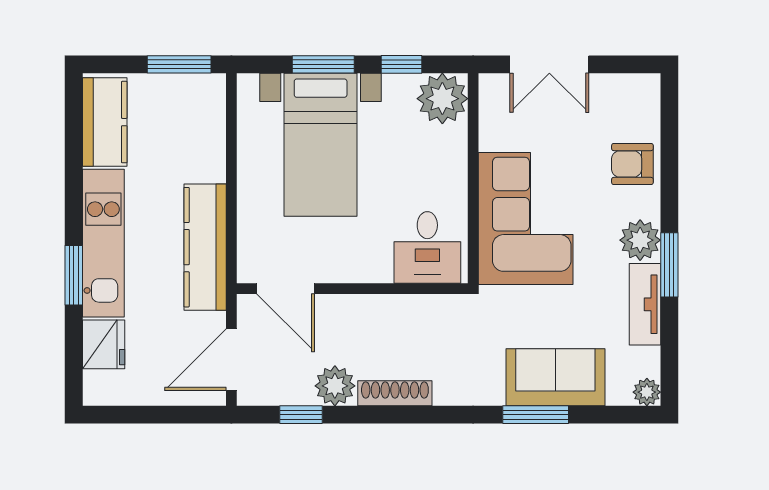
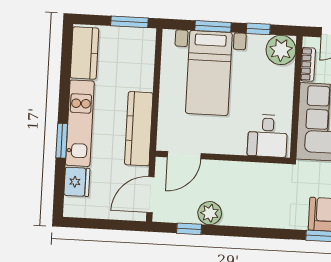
bookcase: (490, 121) -> (308, 64), added
door: (286, 289) -> (184, 155), hinge flipped
shoe rack: (395, 393) -> (244, 219), removed

